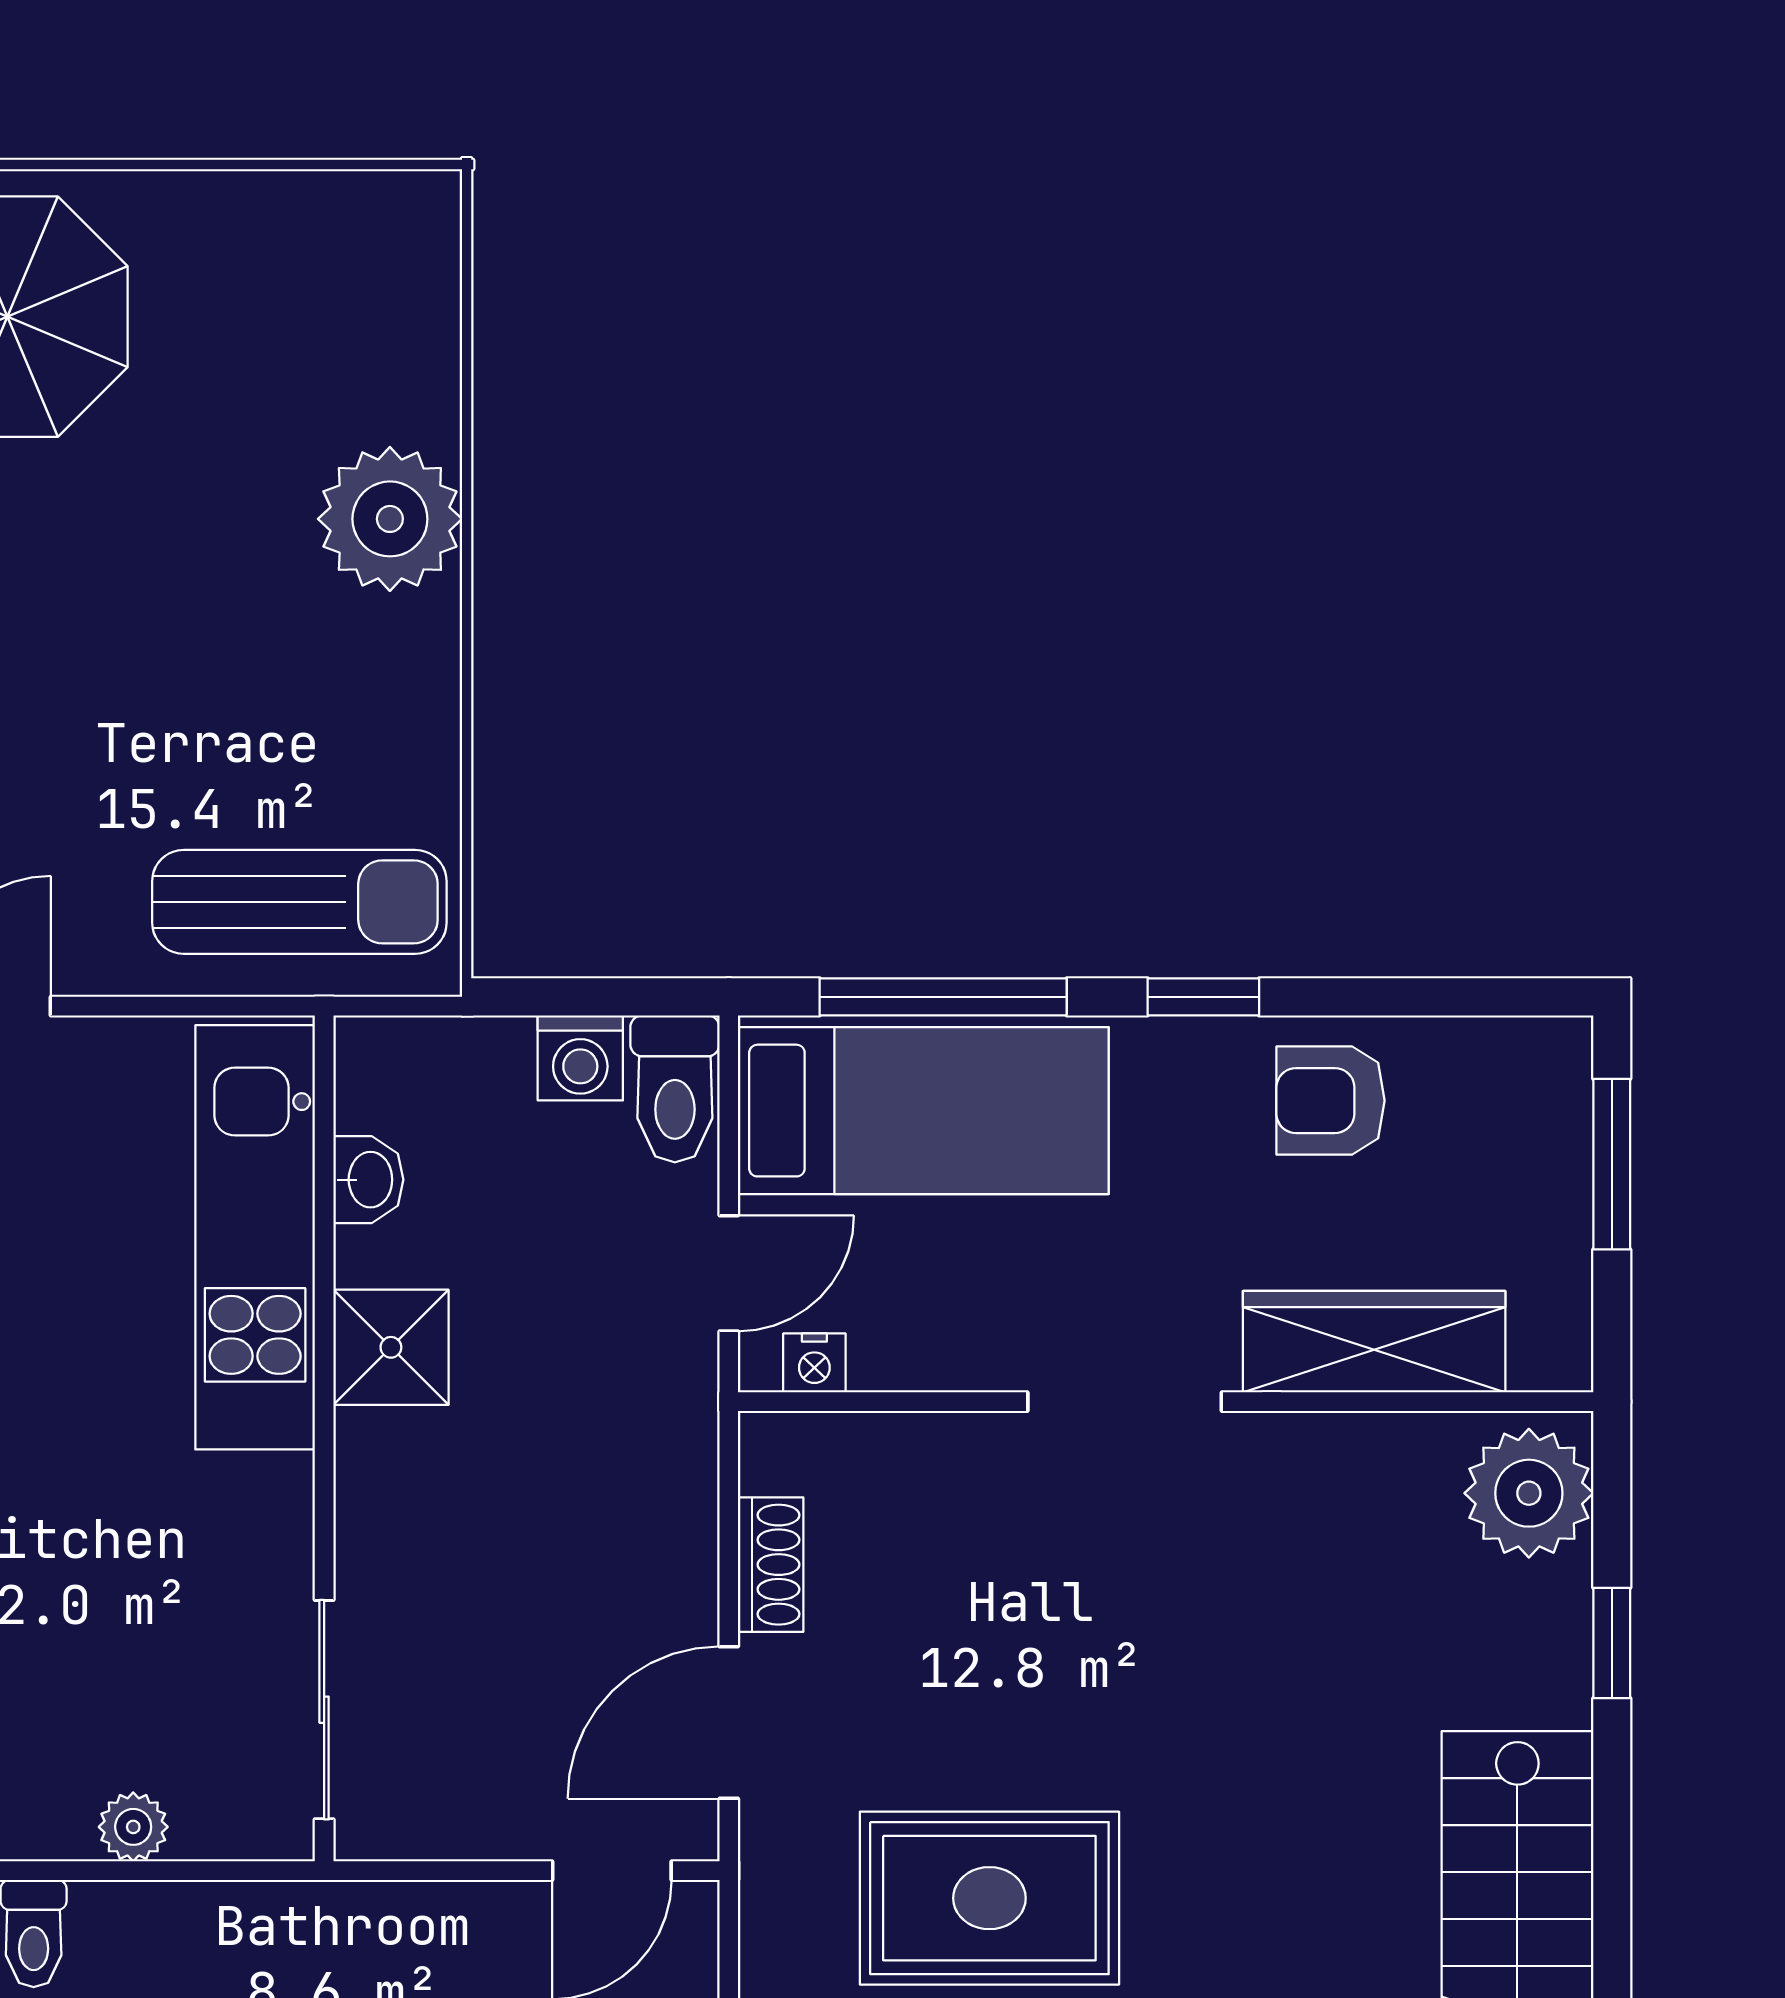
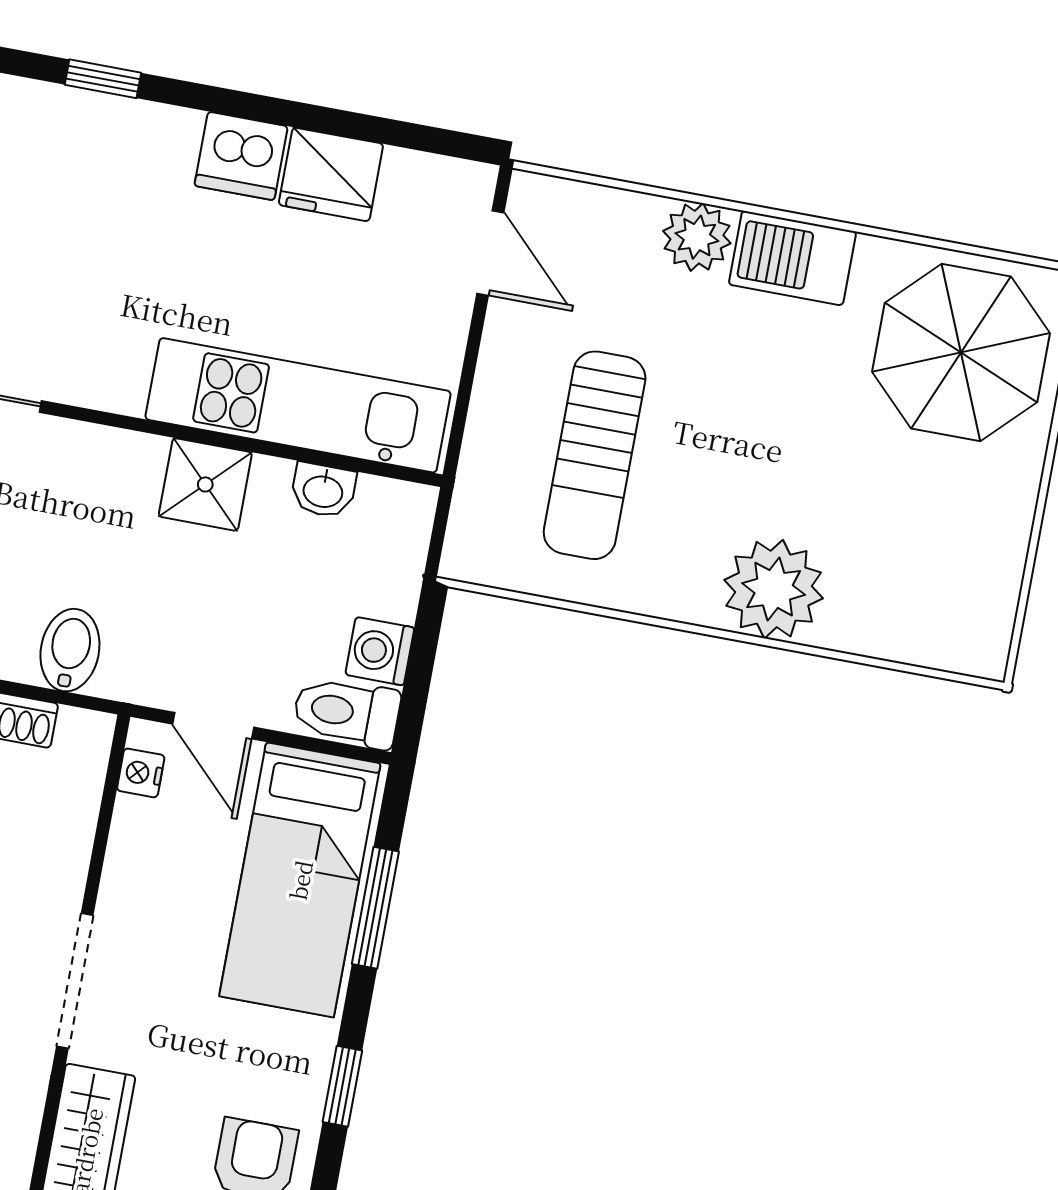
sun lounger: (299, 902) -> (595, 455), moved
window: (943, 997) -> (375, 908), width x0.69
bidet: (660, 1495) -> (70, 650), added

